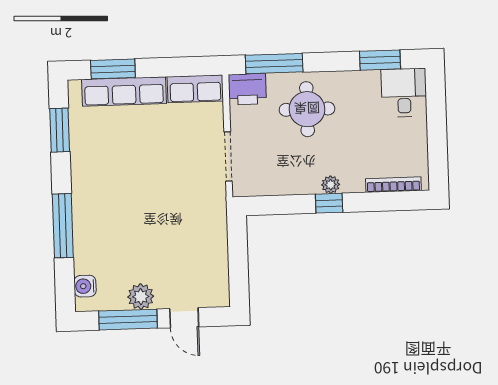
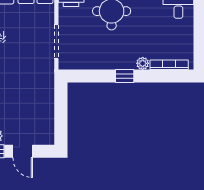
plant: (331, 185) -> (143, 63), moved

